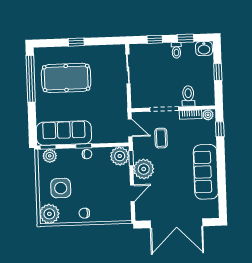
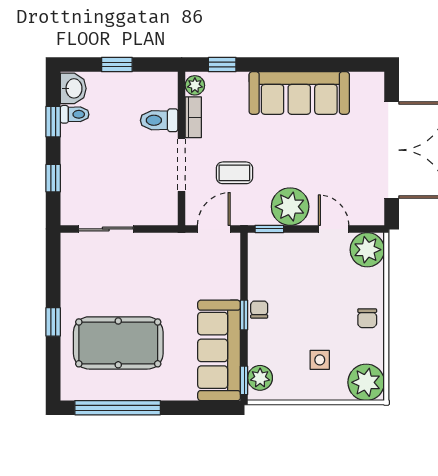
toilet: (176, 50) -> (75, 114), moved
pool table: (66, 78) -> (118, 343), turned 90
plant: (120, 156) -> (367, 250), moved
side table: (61, 188) -> (320, 360), width x0.54, depth x0.54

